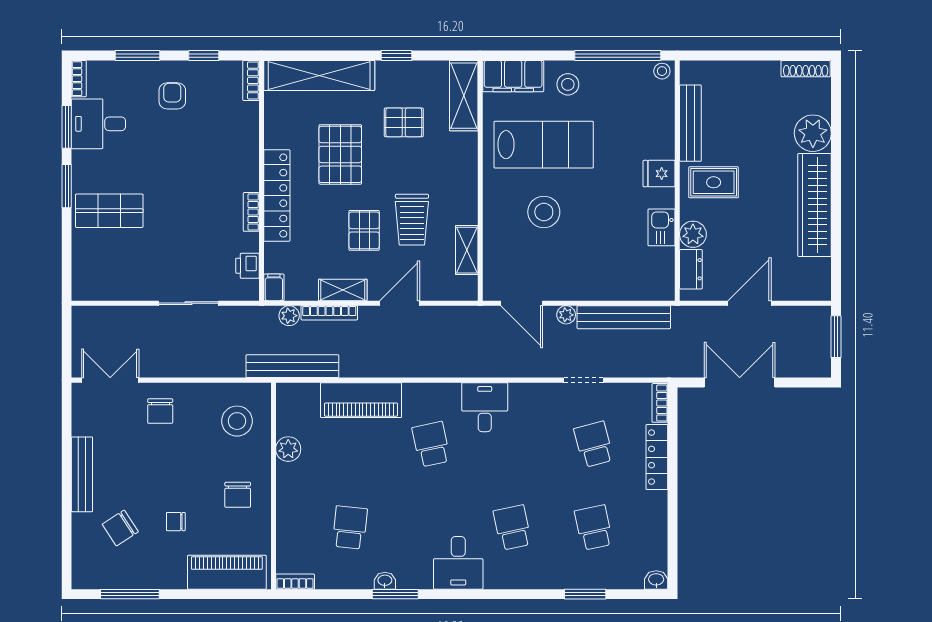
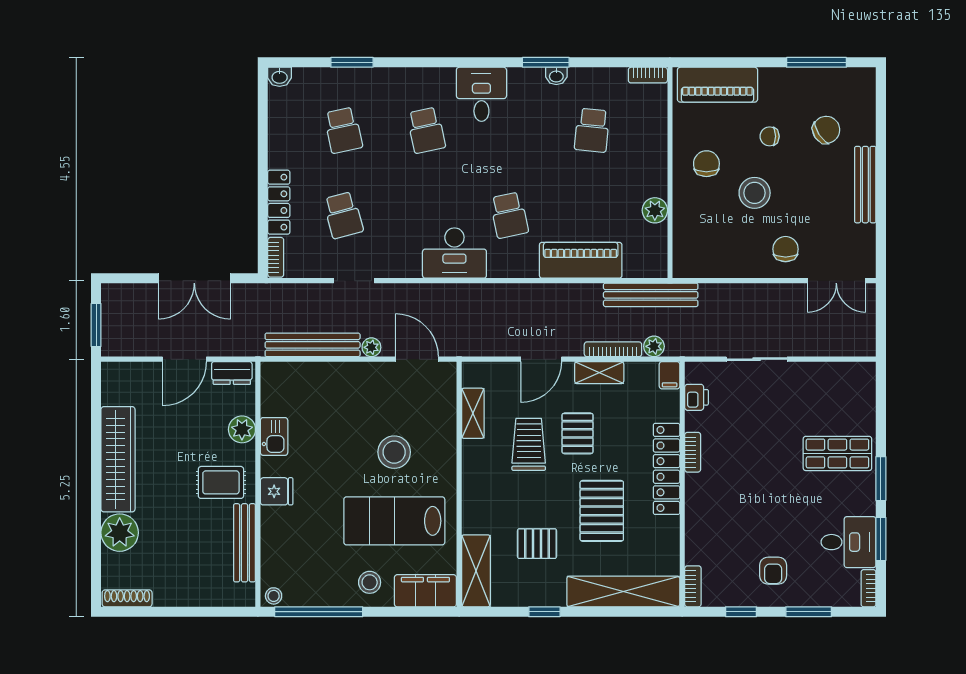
dresser: (691, 269) -> (232, 373), moved, turned -90
desk: (485, 407) -> (454, 253), width x1.37
stool: (237, 421) -> (755, 193), moved
chair: (176, 522) -> (770, 136), turned 180

